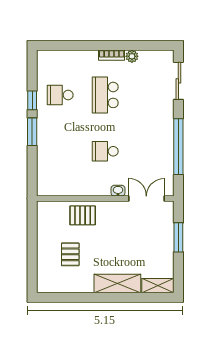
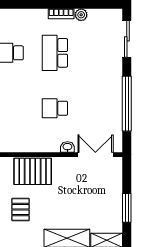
pallet: (83, 215) -> (33, 171), width x1.50, depth x1.42
window: (178, 237) -> (127, 208), moved

